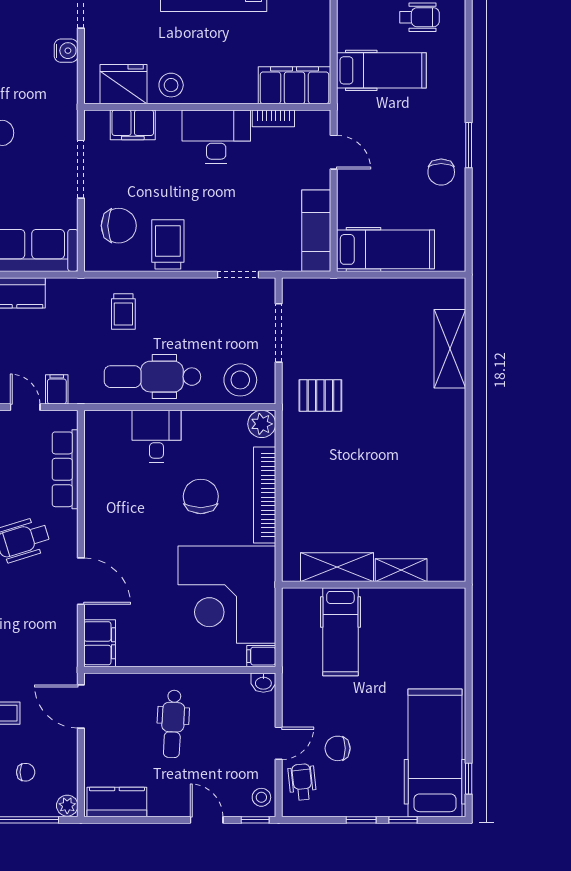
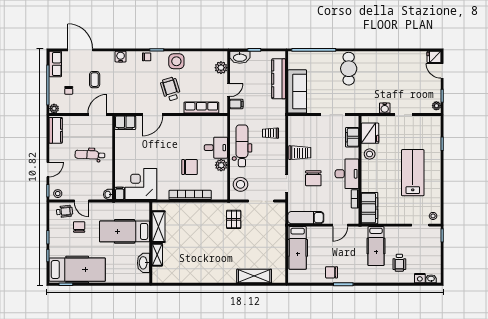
chair: (119, 226) -> (313, 178), moved
plant: (262, 424) -> (221, 165), moved
corner desk: (227, 595) -> (141, 184), width x0.74, depth x0.74
washbasin: (420, 601) -> (144, 263), added
hospital bed: (340, 632) -> (125, 231), width x1.37, depth x1.29

